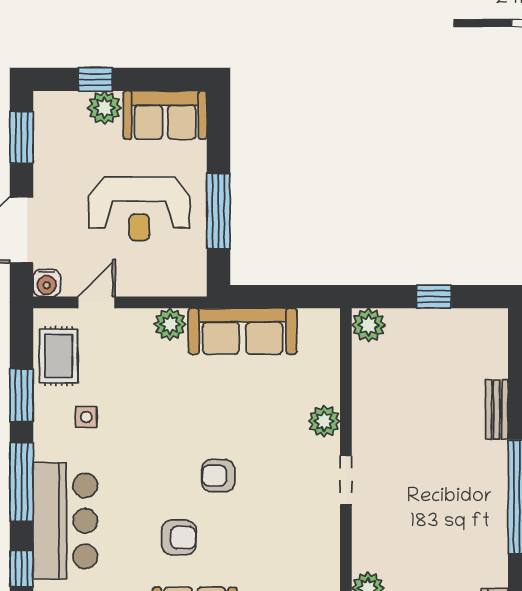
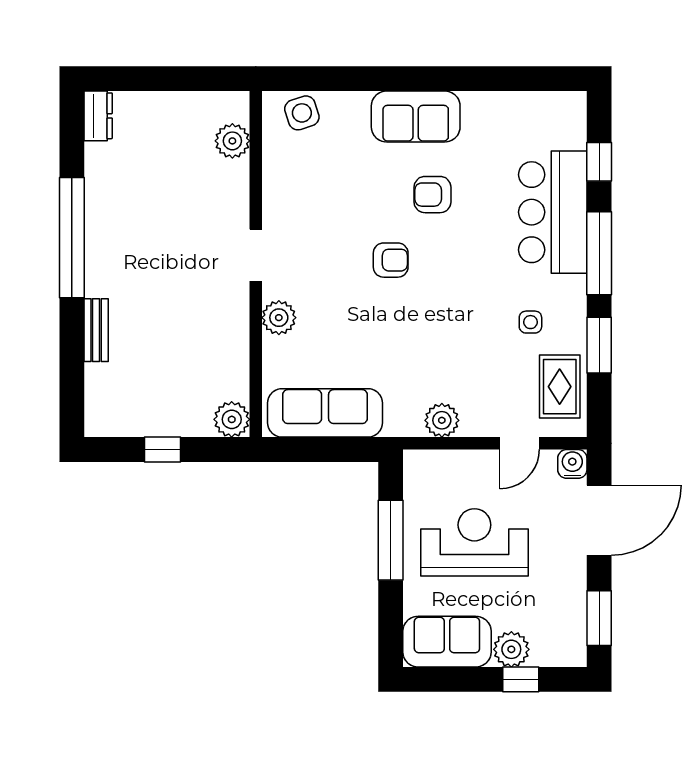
sofa: (243, 331) -> (325, 413), moved

